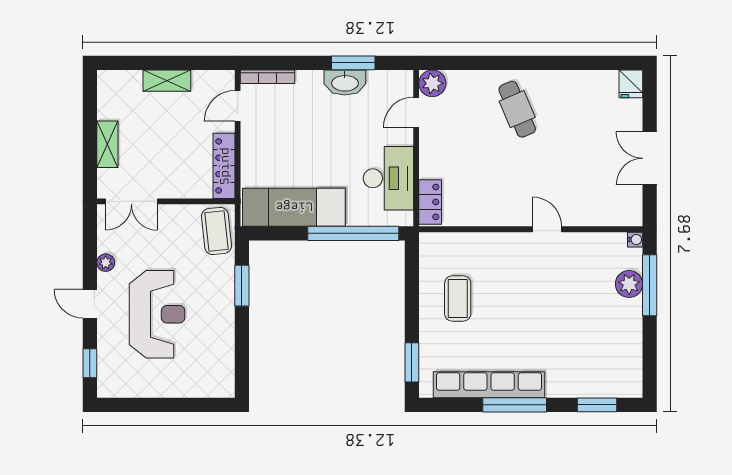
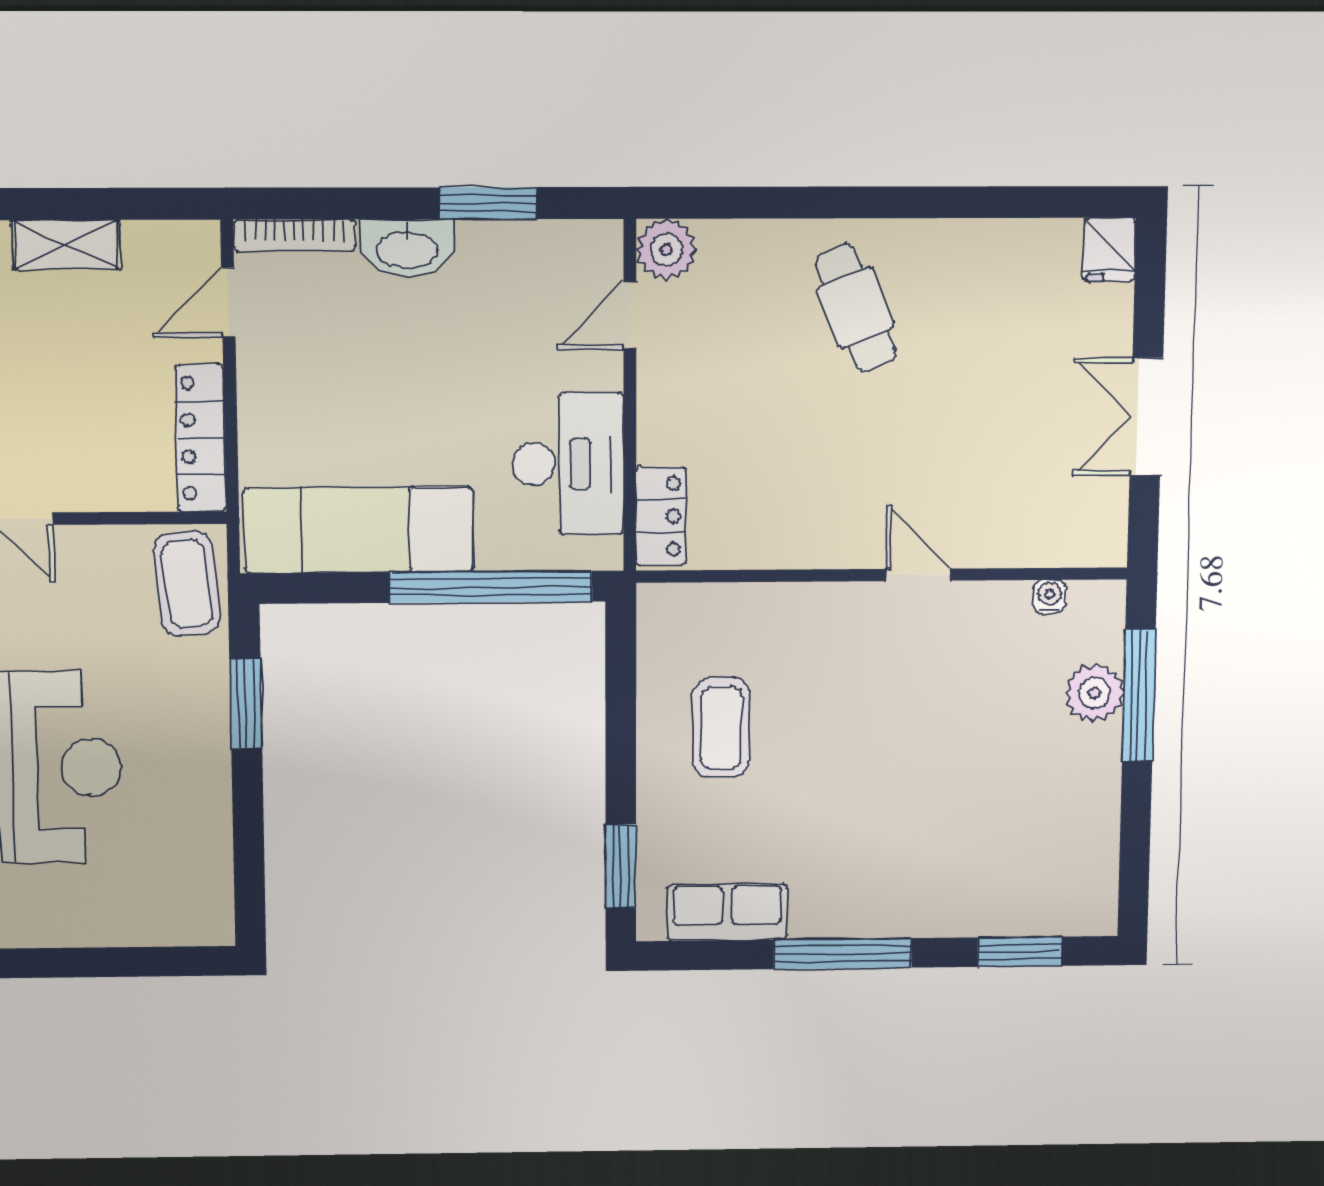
washbasin: (345, 83) -> (407, 248), moved
water cooler: (635, 240) -> (1050, 597), moved, turned -90
row of seats: (489, 385) -> (727, 912), width x0.50

